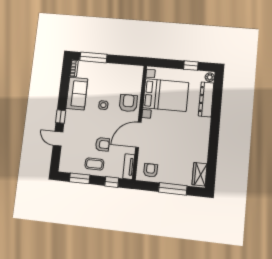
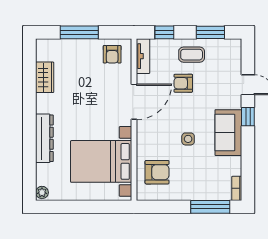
window: (191, 66) -> (70, 207), removed
sofa: (77, 94) -> (228, 133), moved
dresser: (206, 99) -> (44, 138), moved
armchair: (128, 103) -> (157, 172), moved, turned -90
wardrobe: (200, 174) -> (45, 77), moved

